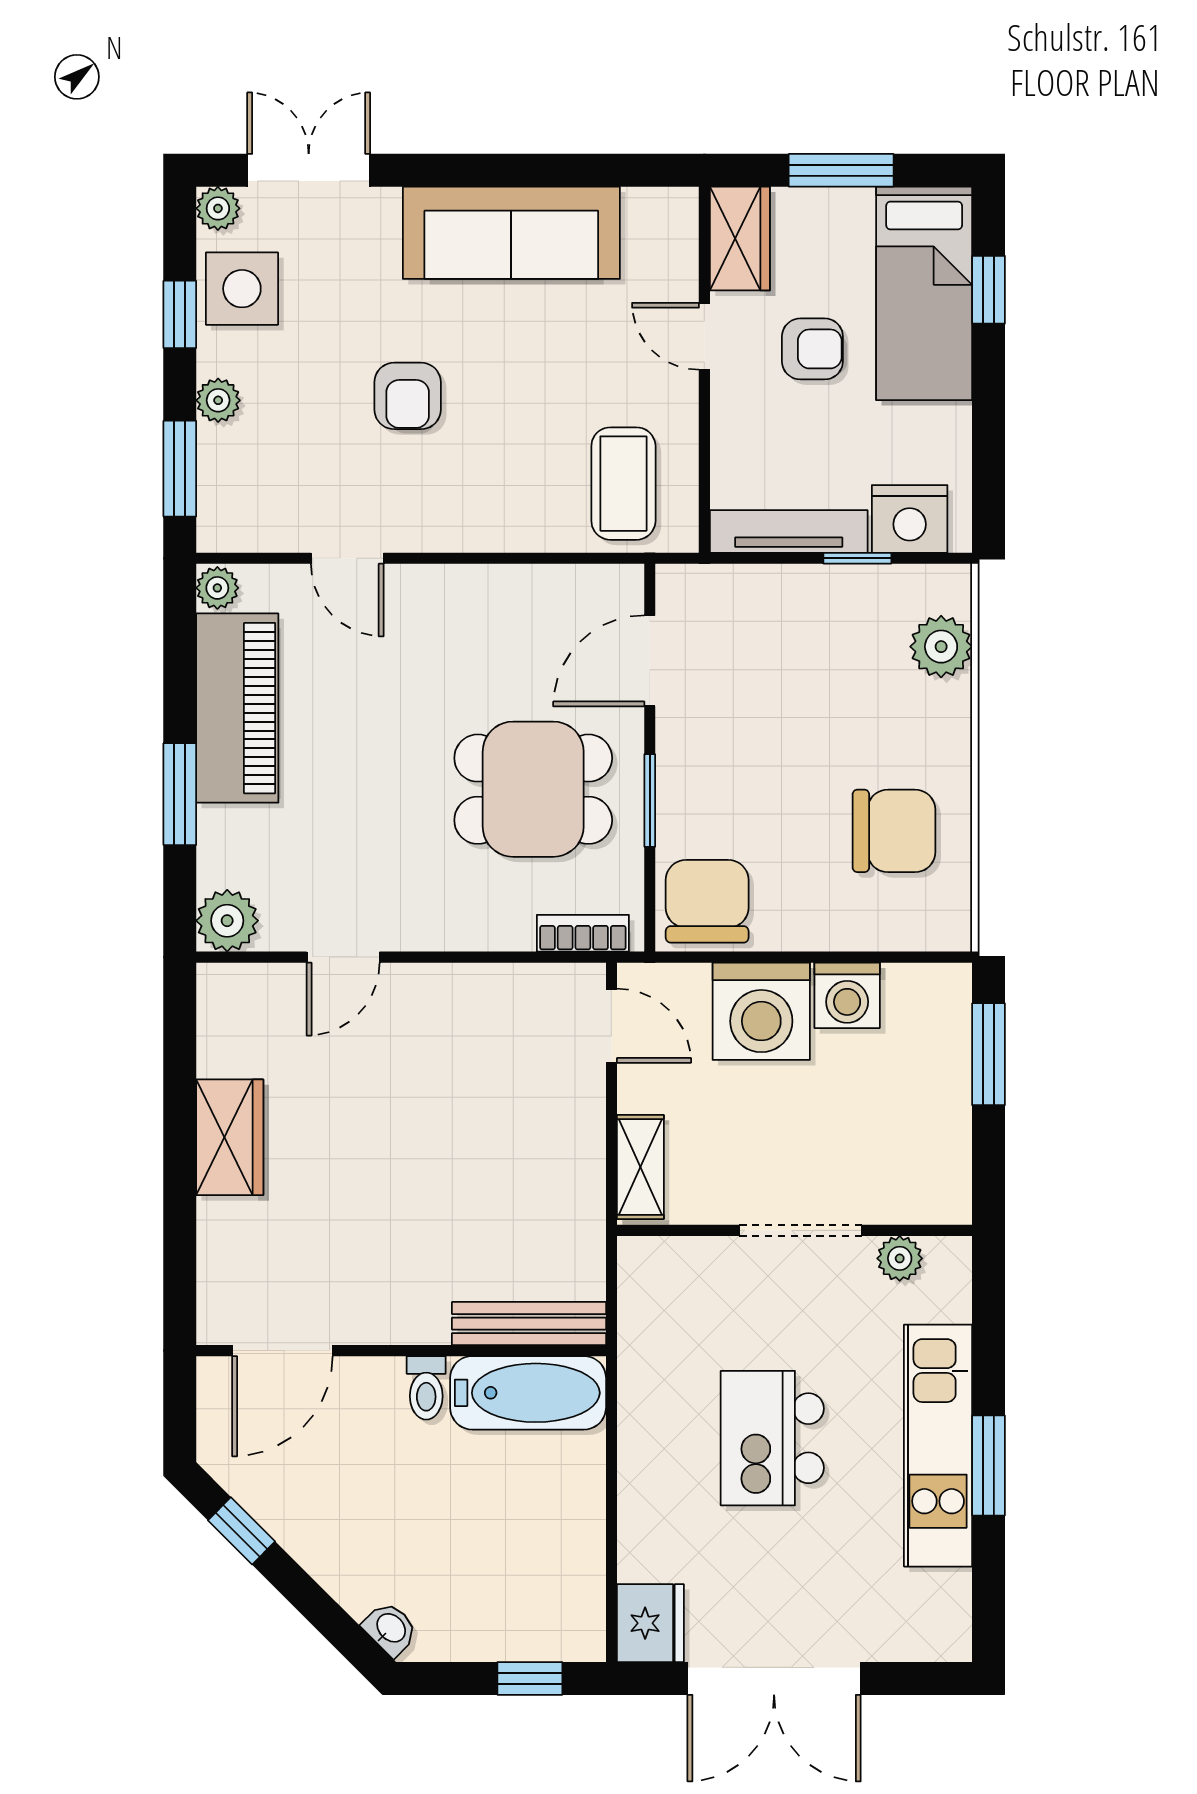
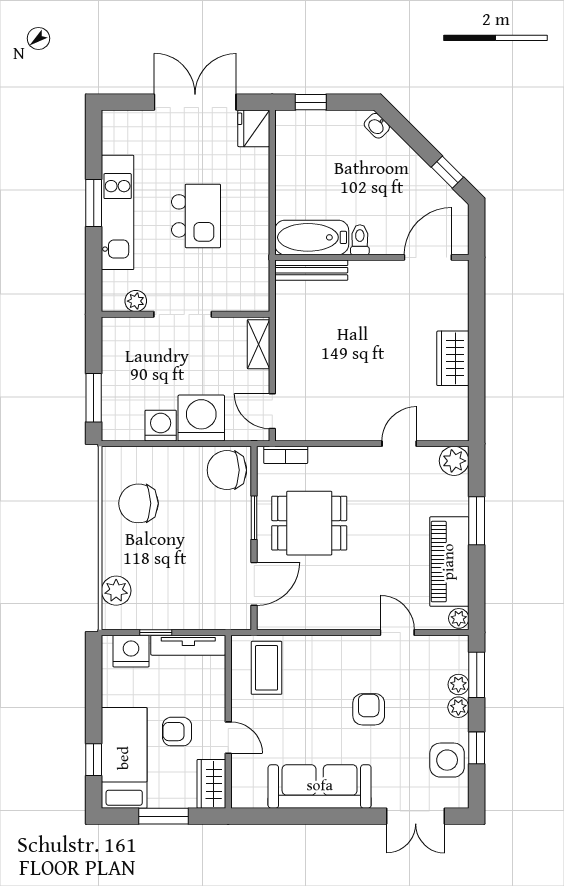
plant: (218, 208) -> (458, 684), moved
chair: (707, 901) -> (227, 470), turned 90

